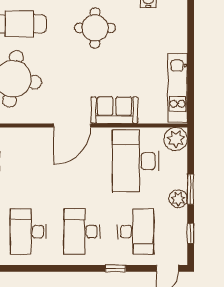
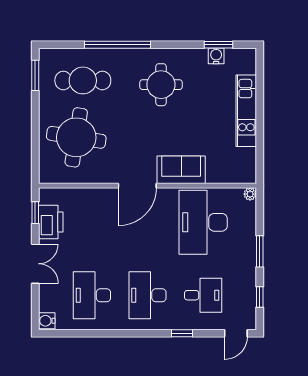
kitchen unit: (178, 88) -> (246, 111), moved
plant: (176, 139) -> (250, 194), width x0.53, depth x0.53
plant: (178, 199) -> (247, 261), removed
desk: (136, 232) -> (203, 295), width x0.73

